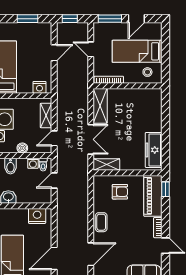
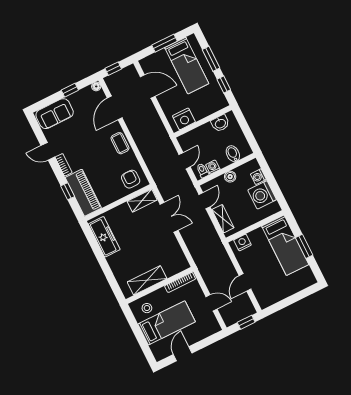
window: (27, 19) -> (286, 302), removed
window: (110, 19) -> (208, 341), removed
shelving: (100, 106) -> (147, 280), moved, turned 90
double door: (91, 139) -> (169, 217), swing flipped
window: (165, 189) -> (68, 191), moved
armchair: (120, 192) -> (131, 179), moved, turned 90
door: (54, 258) -> (148, 86), hinge flipped

